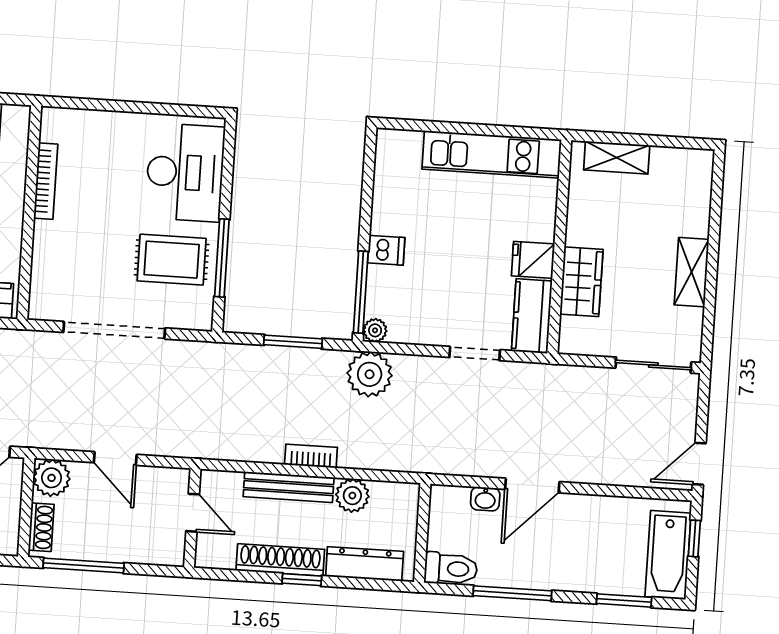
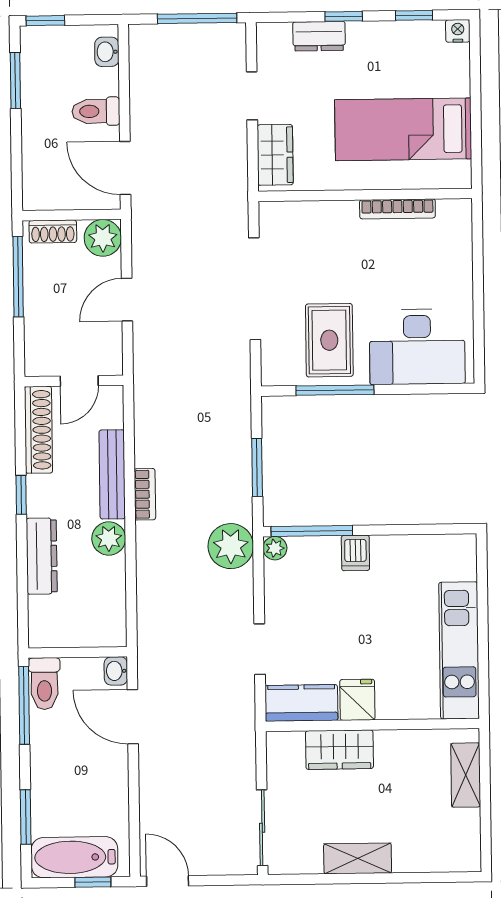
wall: (422, 533) -> (78, 652), moved
shoe rack: (280, 560) -> (38, 430), moved
toilet: (451, 569) -> (44, 684), moved

